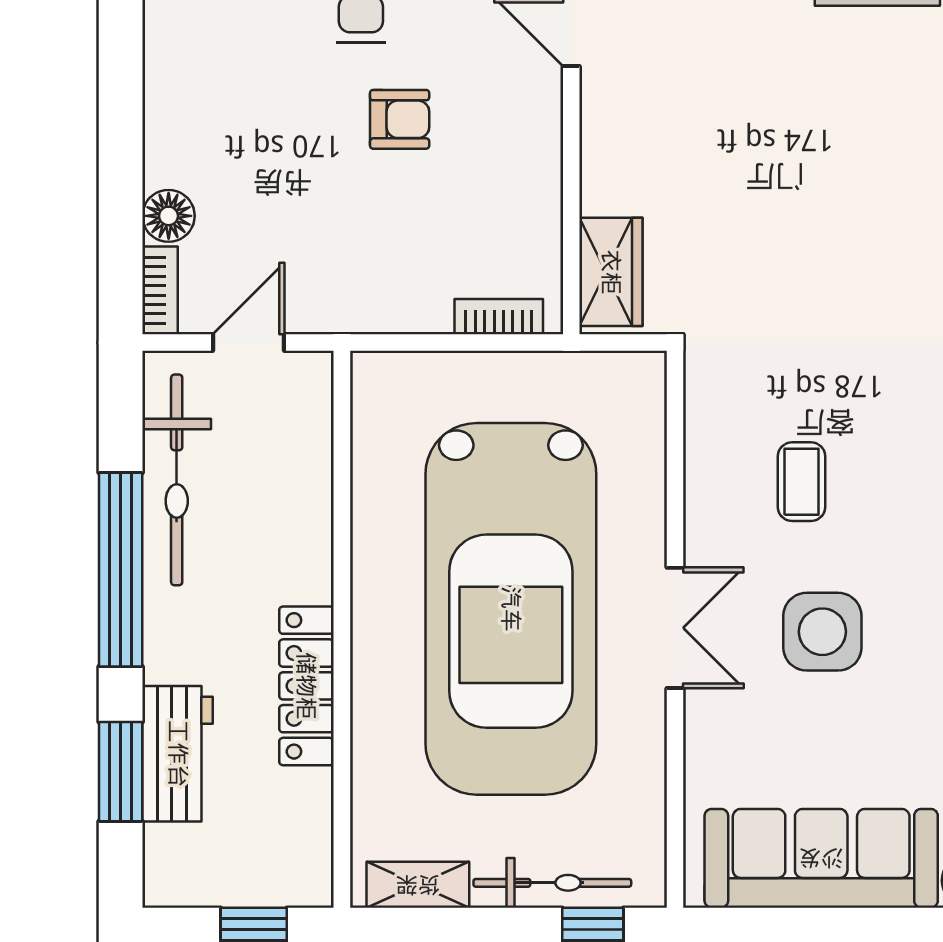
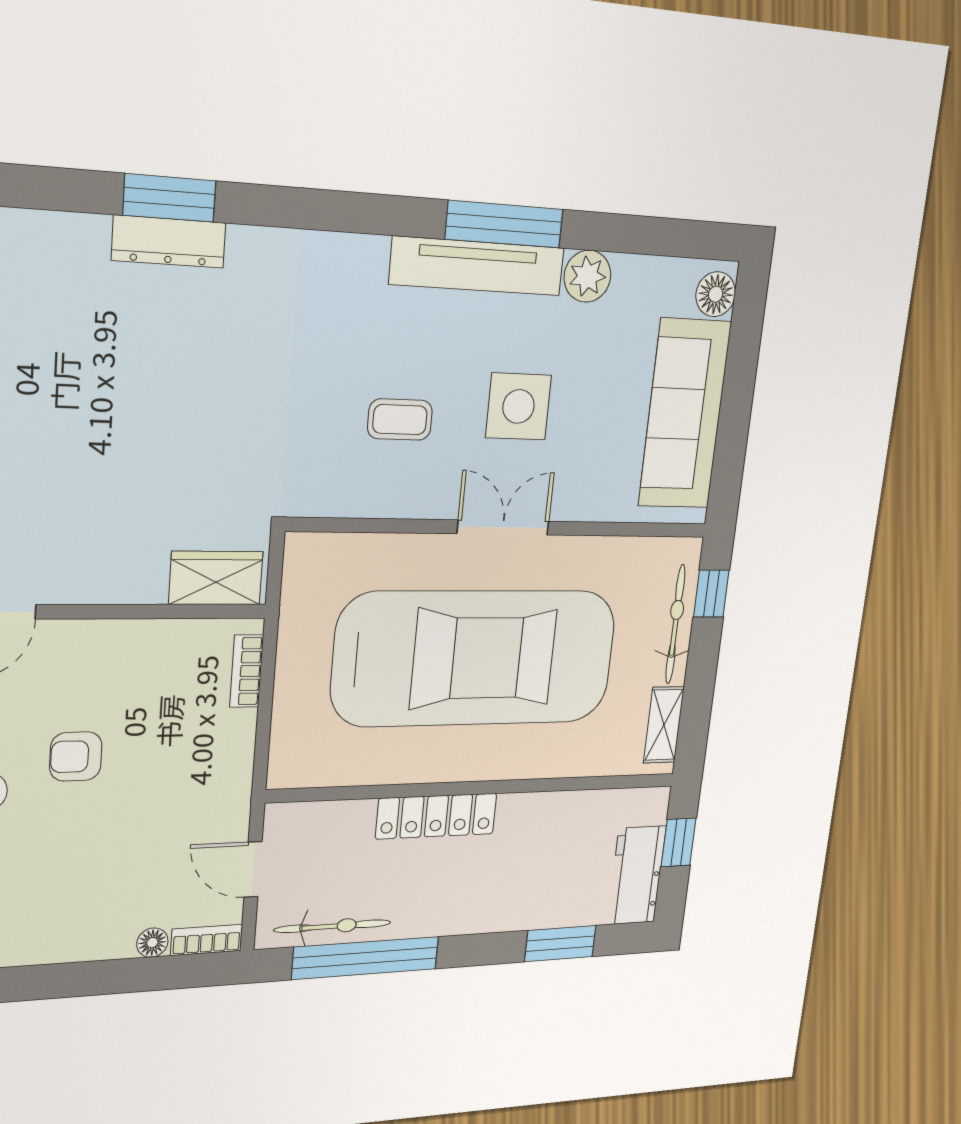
armchair: (400, 119) -> (76, 756), turned -90
floor lamp: (169, 216) -> (152, 943), width x0.73, depth x0.73
bicycle: (177, 480) -> (333, 926), width x0.73, depth x0.71
window: (121, 570) -> (366, 958), moved
locker: (306, 686) -> (436, 816), moved
workbench: (178, 754) -> (637, 875), moved, turned -90

